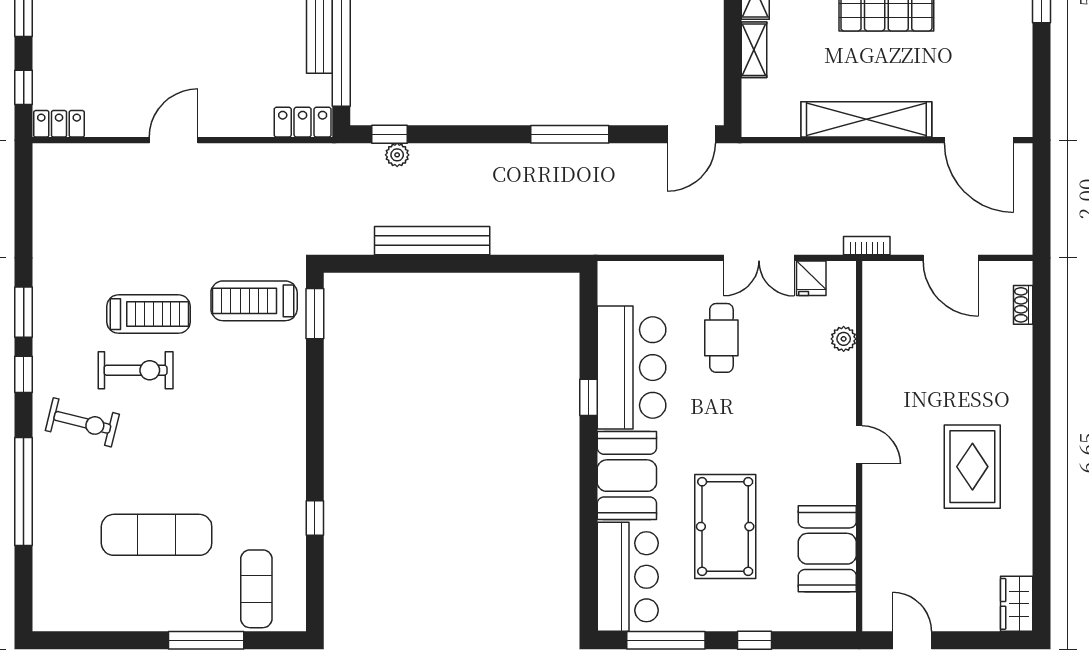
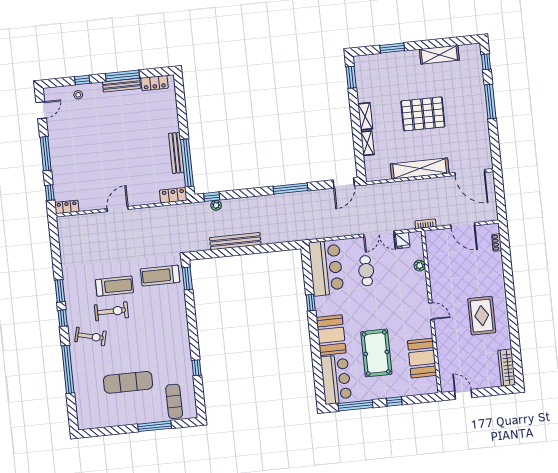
bar counter: (631, 368) -> (326, 268), moved
wardrobe: (1017, 604) -> (507, 368), width x1.50

